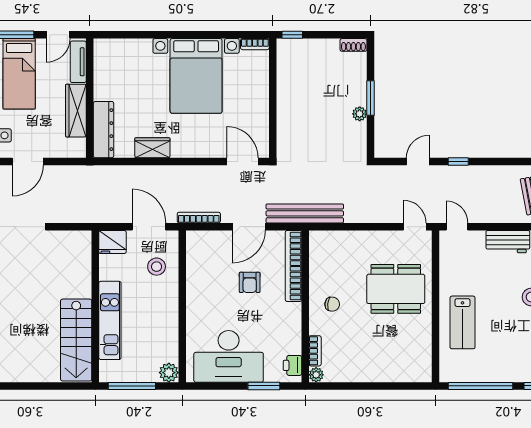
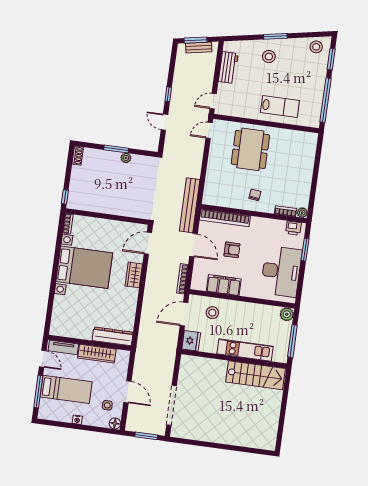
wardrobe: (152, 148) -> (134, 275), moved
filing cabinet: (198, 277) -> (224, 285), added

